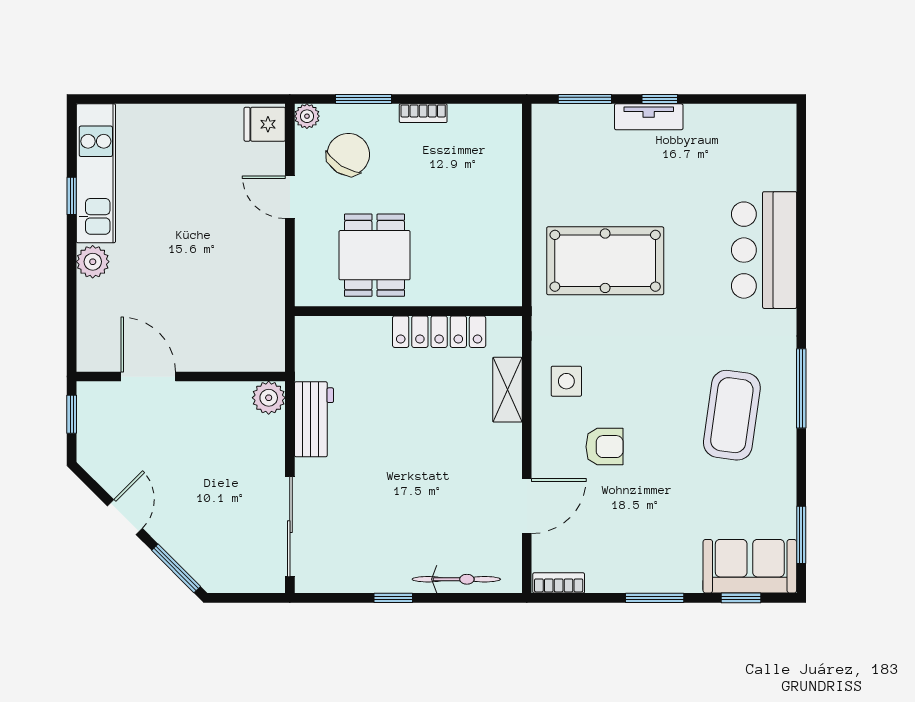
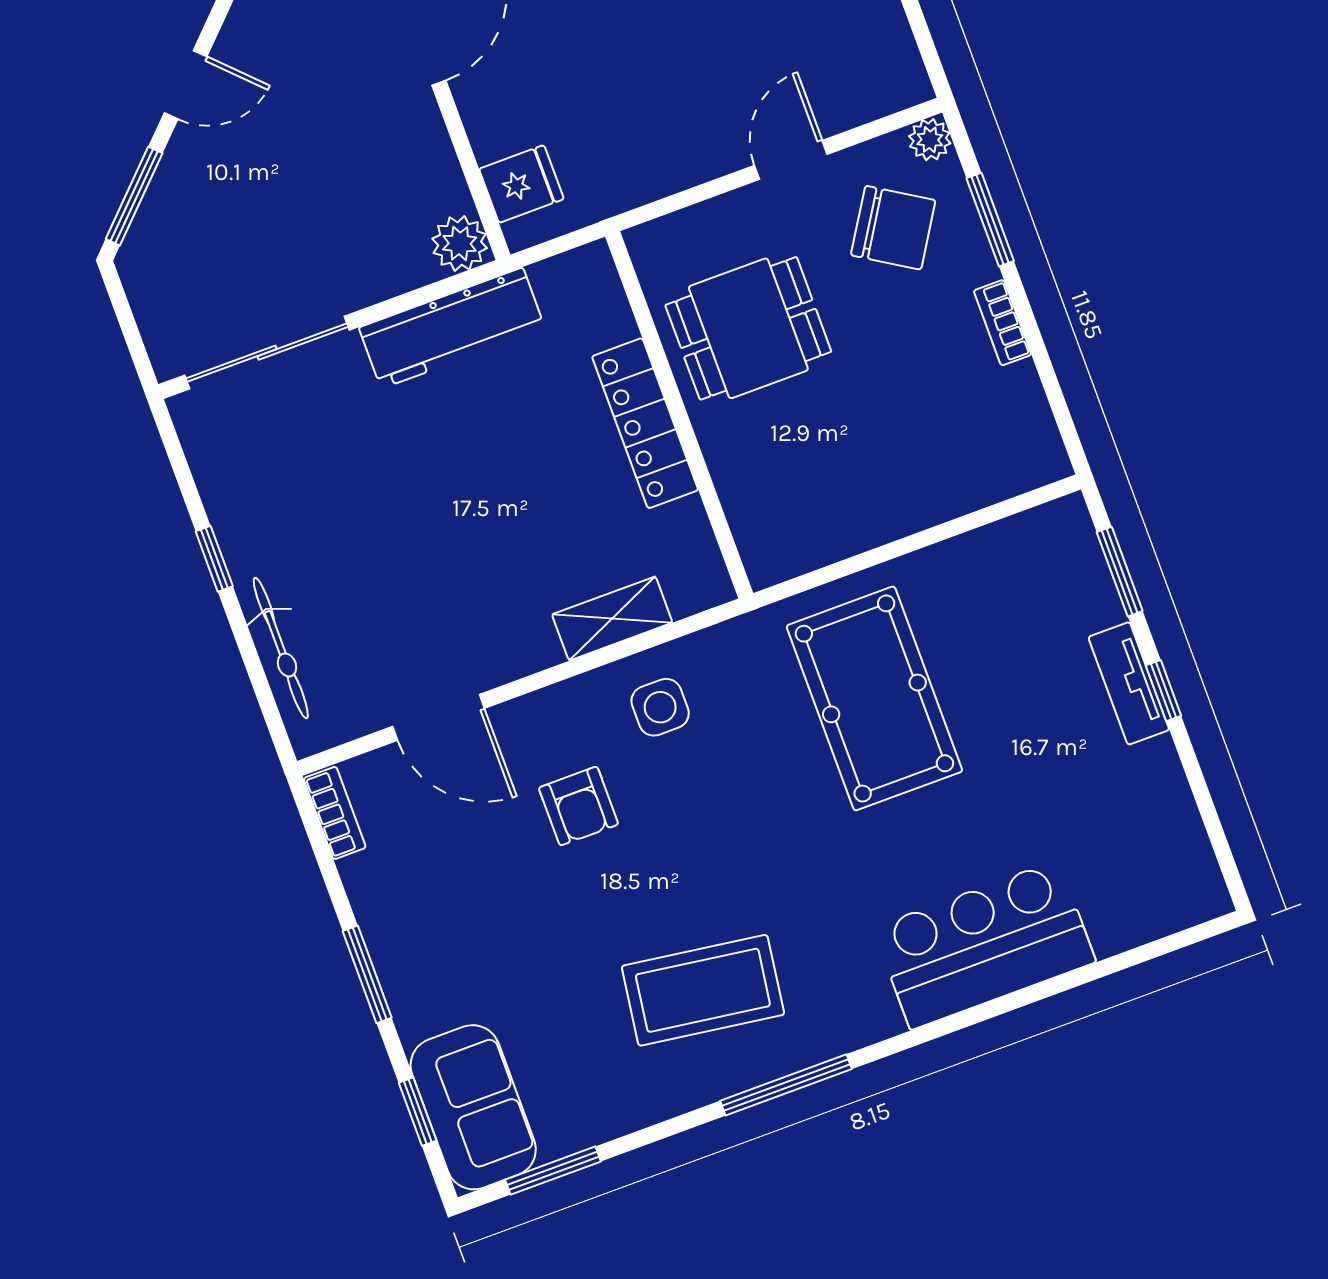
fridge: (265, 124) -> (521, 184), moved, turned 90
locker: (439, 332) -> (645, 423), moved
workbench: (314, 419) -> (452, 328), width x1.38

